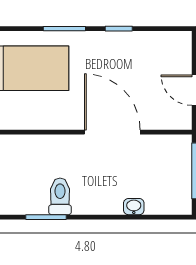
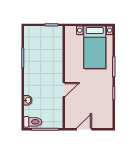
door: (112, 132) -> (64, 90), width x0.53
toilet: (60, 196) -> (33, 122), moved

